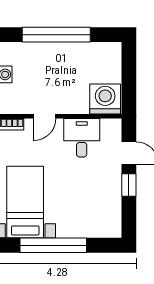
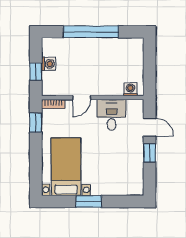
washing machine: (105, 99) -> (130, 89), width x0.53, depth x0.53
window: (53, 245) -> (89, 201), width x0.47

